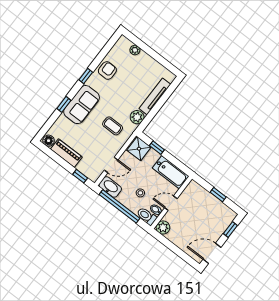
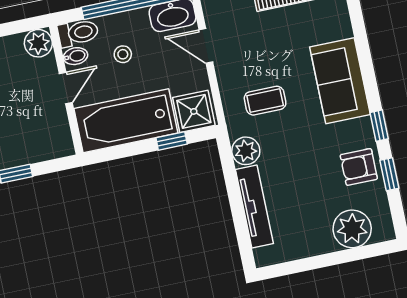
plant: (135, 50) -> (352, 229), width x1.88, depth x1.88
armchair: (107, 70) -> (359, 167), turned 90
window: (64, 104) -> (389, 174), moved
door: (111, 165) -> (206, 46), hinge flipped
bathtub: (171, 172) -> (126, 121), width x1.36, depth x1.36

